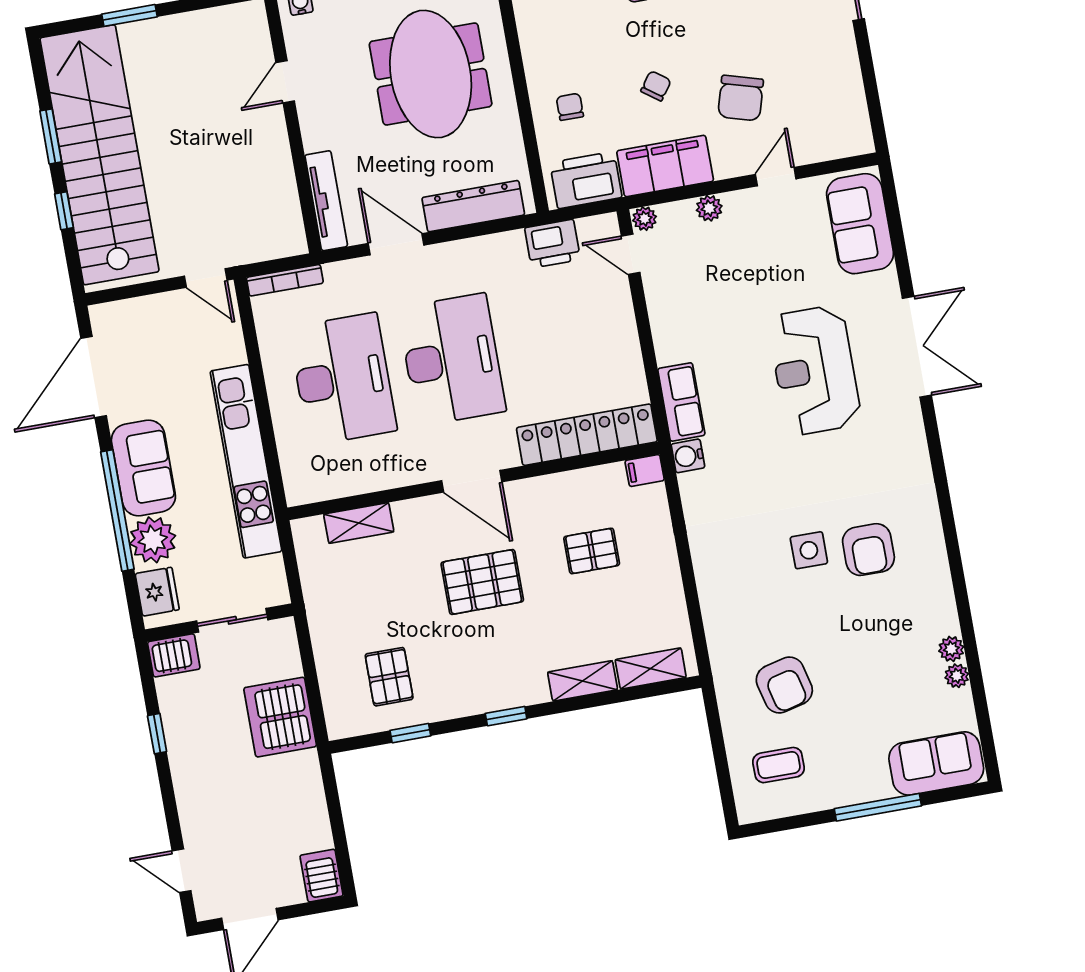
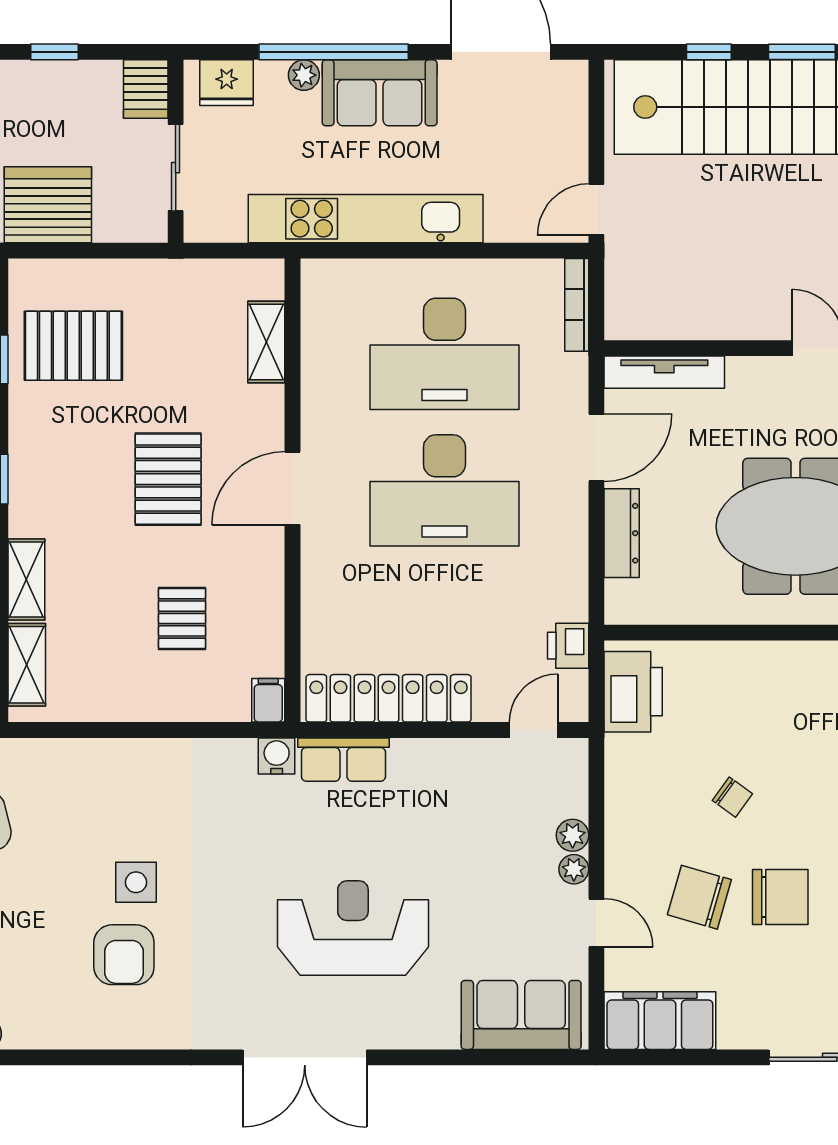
chair: (570, 107) -> (780, 897), moved, width x1.87, depth x1.87
filing cabinet: (665, 166) -> (660, 1021), moved, turned -90
dresser: (473, 206) -> (622, 533), width x0.73, depth x0.80
plant: (645, 219) -> (574, 869), moved
printer: (553, 244) -> (568, 646), width x0.73, depth x0.81
double door: (917, 347) -> (305, 1057), moved
locker: (587, 435) -> (389, 698), moved, turned -90
plant: (153, 540) -> (304, 75), width x0.53, depth x0.53
armchair: (868, 550) -> (124, 955), turned -90
pallet: (389, 677) -> (73, 346), width x1.50, depth x1.42

